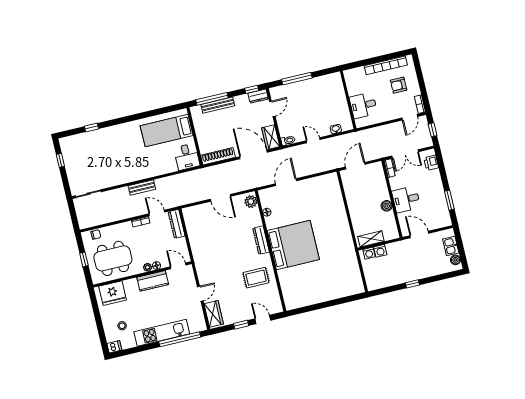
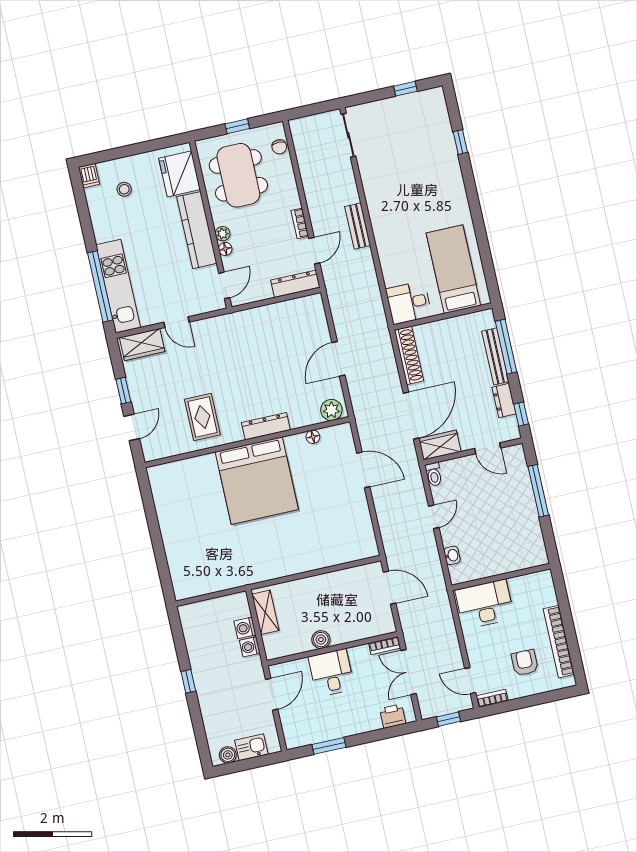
dresser: (258, 96) -> (504, 400), moved
desk: (363, 105) -> (485, 604), width x1.37
washing machine: (369, 253) -> (250, 647), moved
kitchen counter: (153, 281) -> (197, 230), width x1.50
kitchen unit: (162, 333) -> (118, 286), moved

